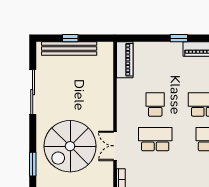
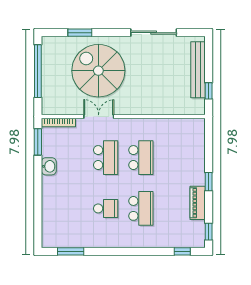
window: (70, 38) -> (209, 91), moved
piano: (125, 60) -> (187, 126), removed
school desk: (155, 105) -> (141, 158), width x1.85

